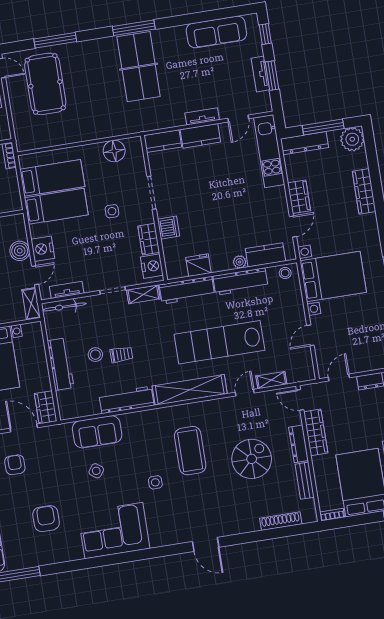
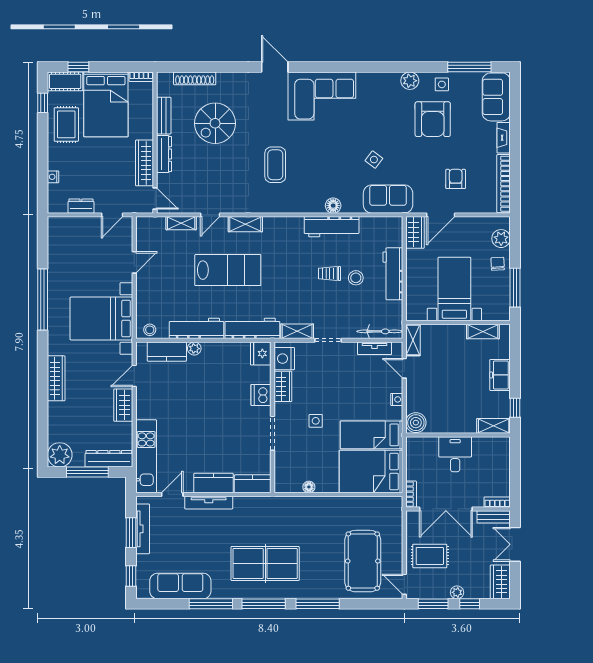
window: (184, 20) -> (211, 604), added
window: (55, 40) -> (318, 604), moved
table tennis table: (139, 67) -> (265, 563), turned 90
tv unit: (260, 74) -> (143, 529), width x1.41
tv unit: (202, 116) -> (209, 503), width x1.41
floor lamp: (114, 151) -> (309, 487), width x0.53, depth x0.53
bed: (52, 178) -> (371, 472), width x1.50
wardrobe: (364, 191) -> (56, 378), moved
nightstand: (43, 249) -> (397, 399), width x0.53, depth x0.56
boiler: (20, 251) -> (416, 423), moved
fridge: (198, 265) -> (261, 354), moved, turned 90
door: (35, 275) -> (404, 368), hinge flipped
lab bench: (219, 342) -> (228, 270), width x0.73
shelving: (190, 390) -> (245, 224), width x0.45, depth x0.75
floor lamp: (128, 420) -> (333, 206), added
door: (24, 428) -> (441, 215), hinge flipped
sofa: (97, 432) -> (388, 199), moved
coffee table: (190, 451) -> (275, 165), width x0.73, depth x0.76
spiral stairs: (252, 459) -> (215, 123), moved
armchair: (15, 465) -> (456, 179), turned 180
side table: (155, 482) -> (442, 84), moved
armchair: (46, 519) -> (433, 119), width x1.36, depth x1.36
corner sofa: (114, 531) -> (322, 96), moved
plant: (74, 552) -> (410, 81), added

